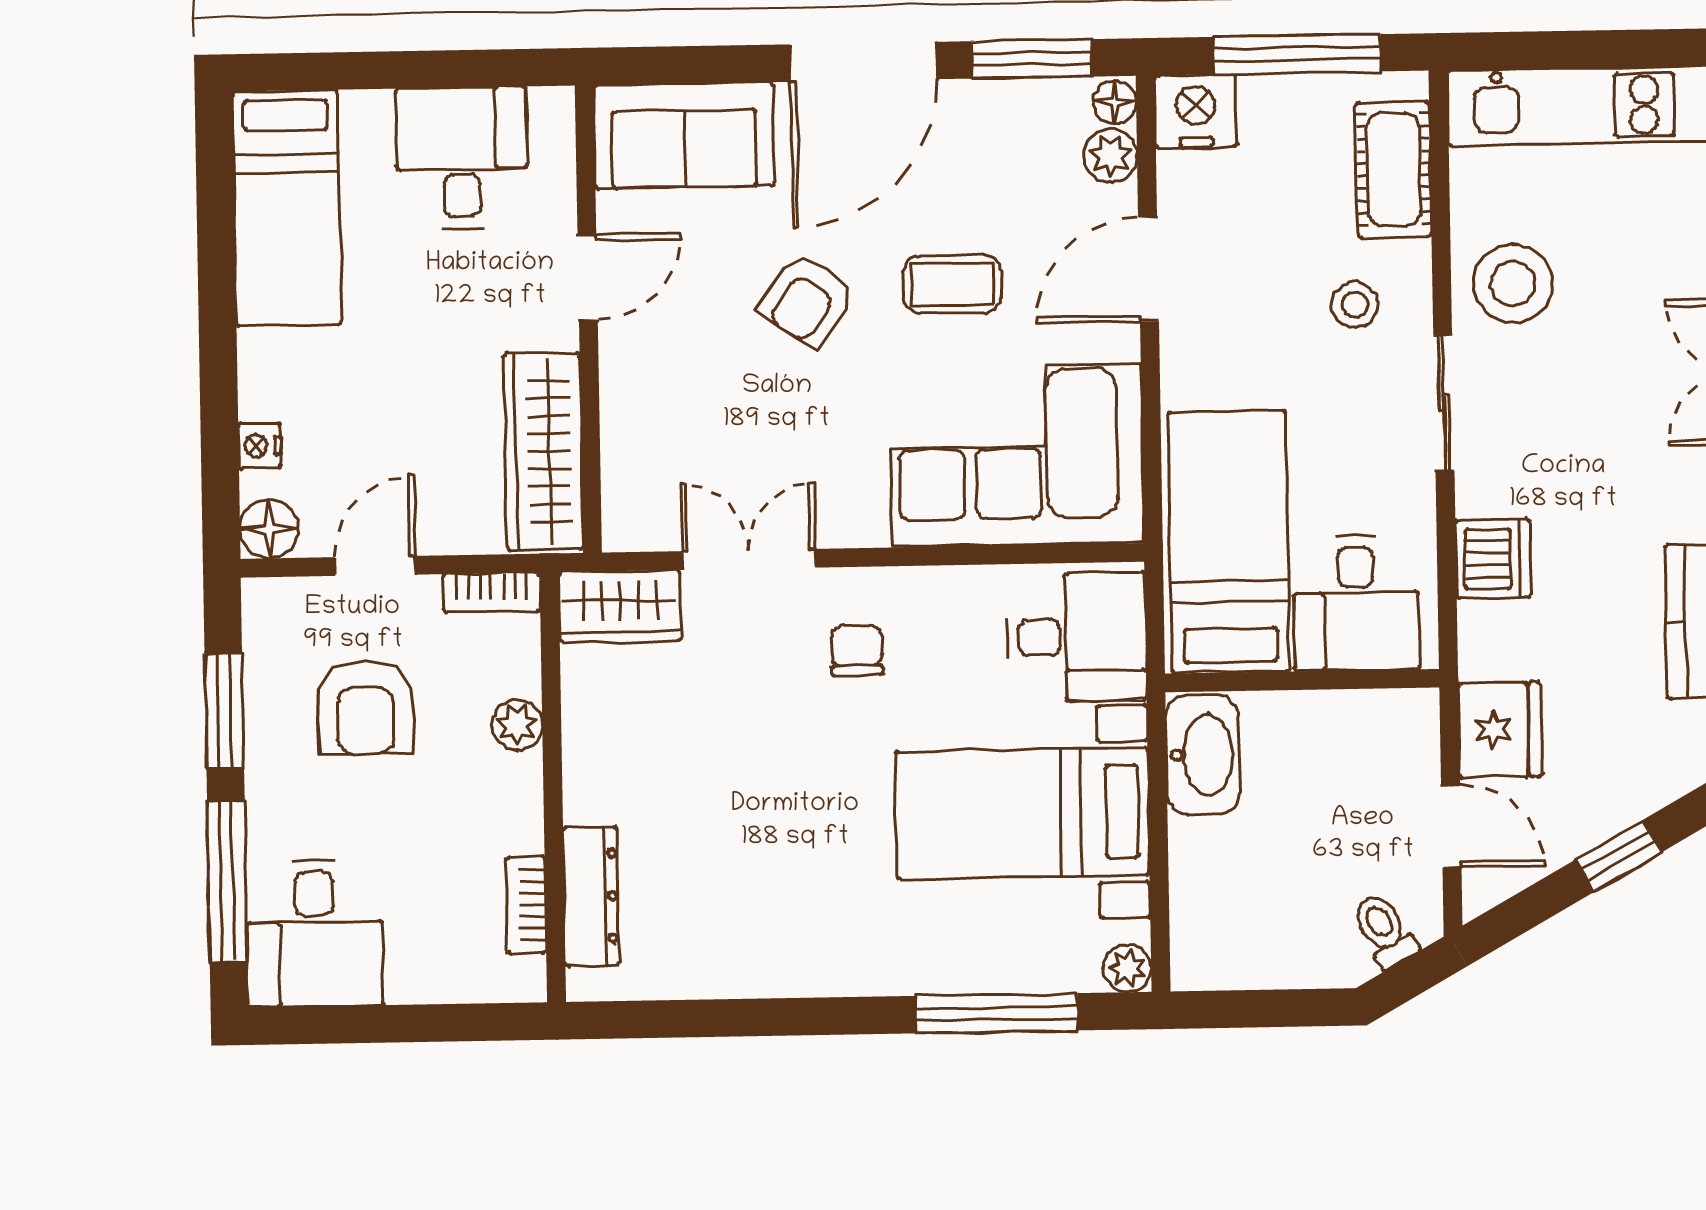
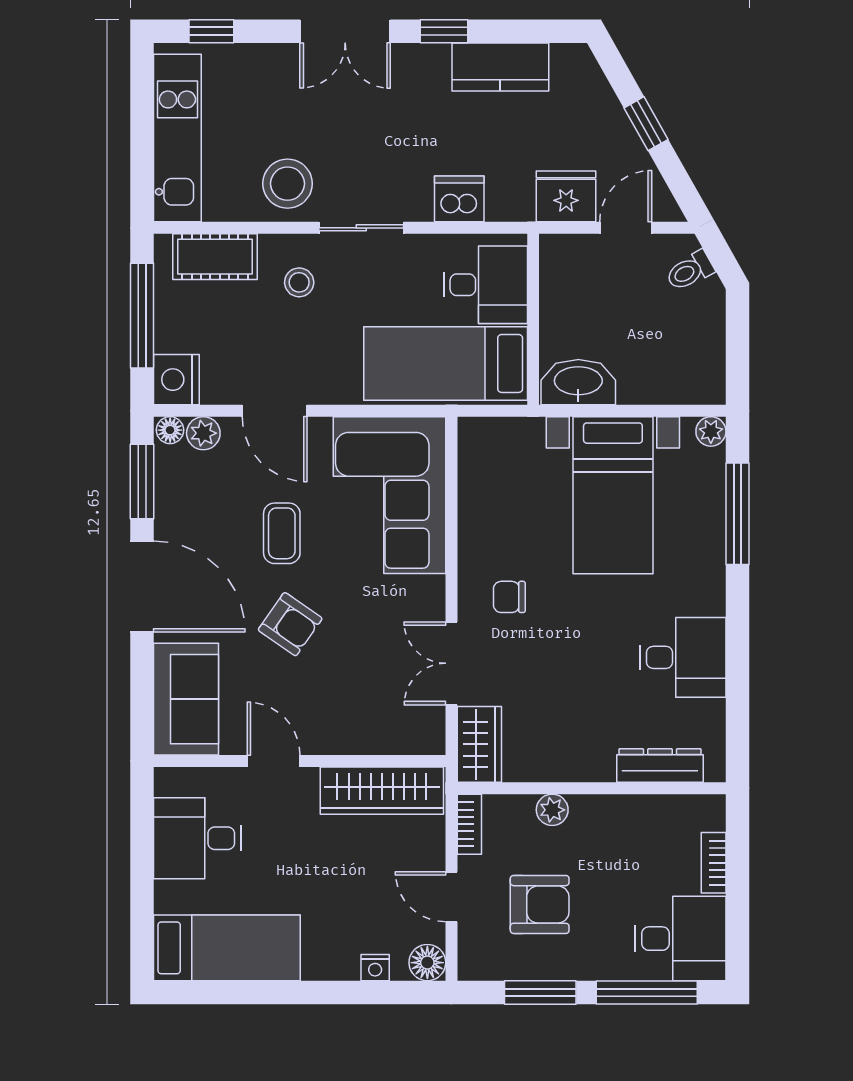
desk: (1077, 637) -> (683, 657), moved, turned 90
bookcase: (526, 905) -> (714, 863), moved, turned 90

